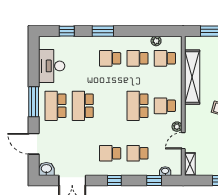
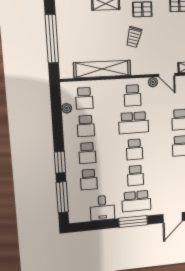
window: (67, 31) -> (62, 197), width x2.17
school desk: (83, 58) -> (89, 180), added
desk: (52, 66) -> (102, 208), width x0.73
school desk: (83, 106) -> (135, 176), width x0.54
school desk: (110, 106) -> (134, 149), added

